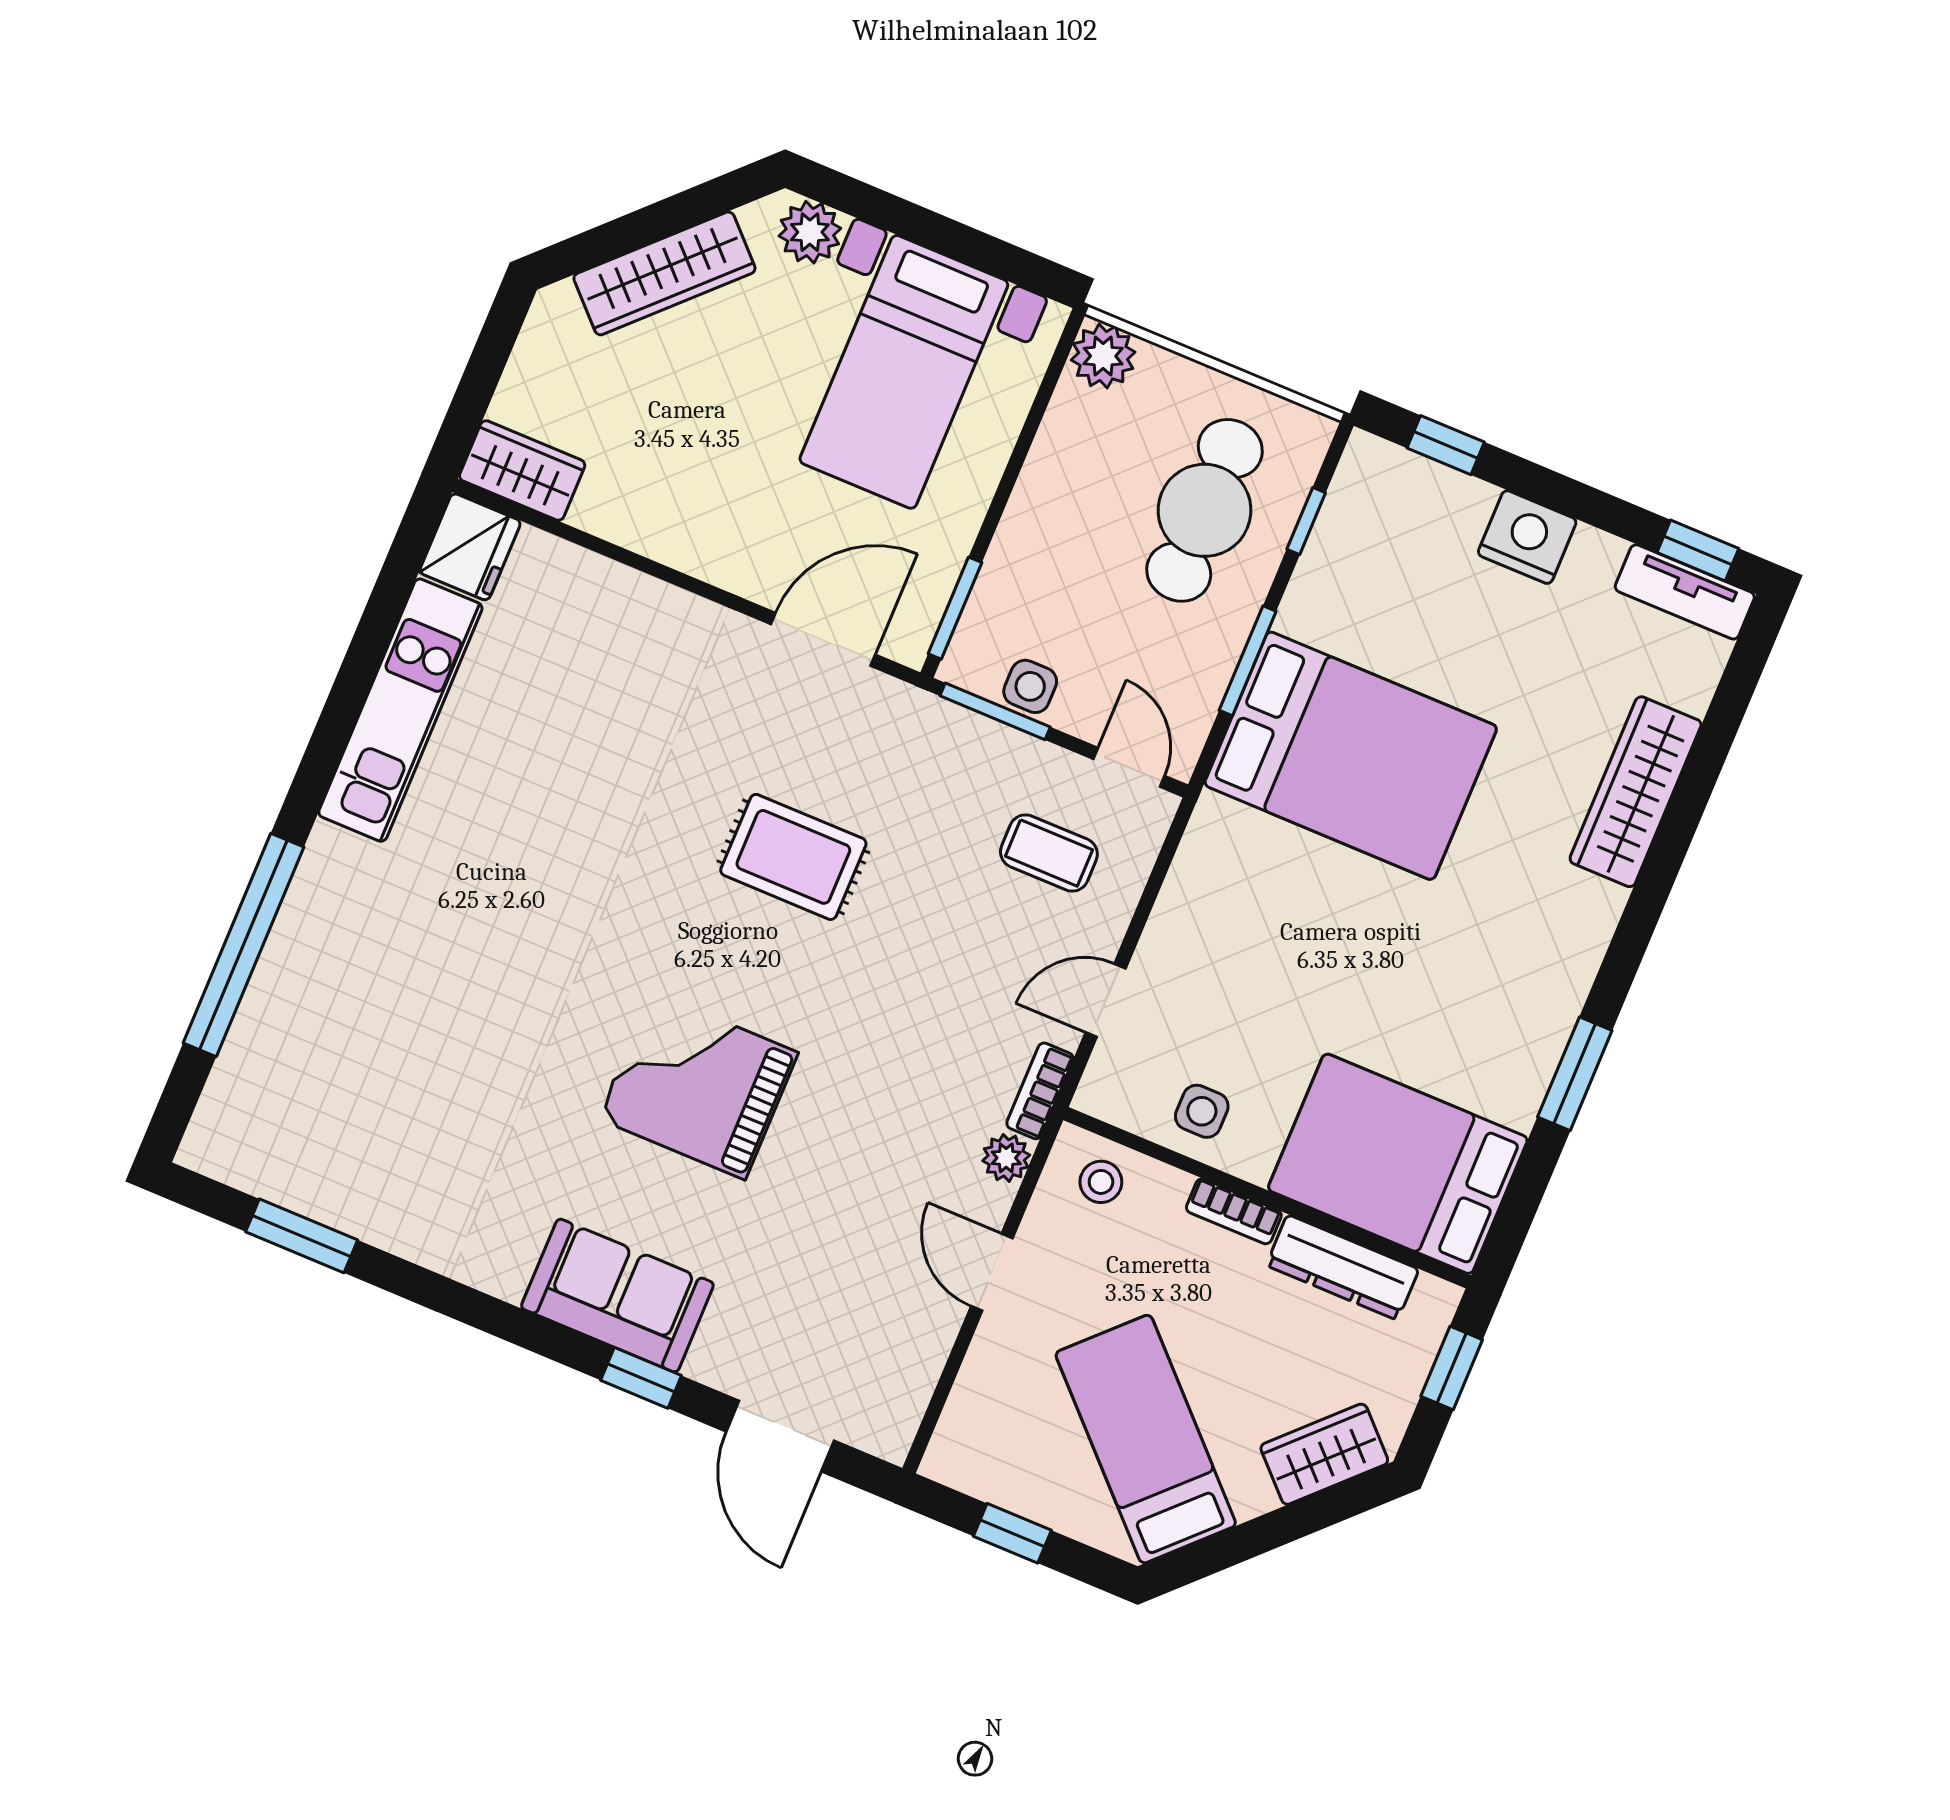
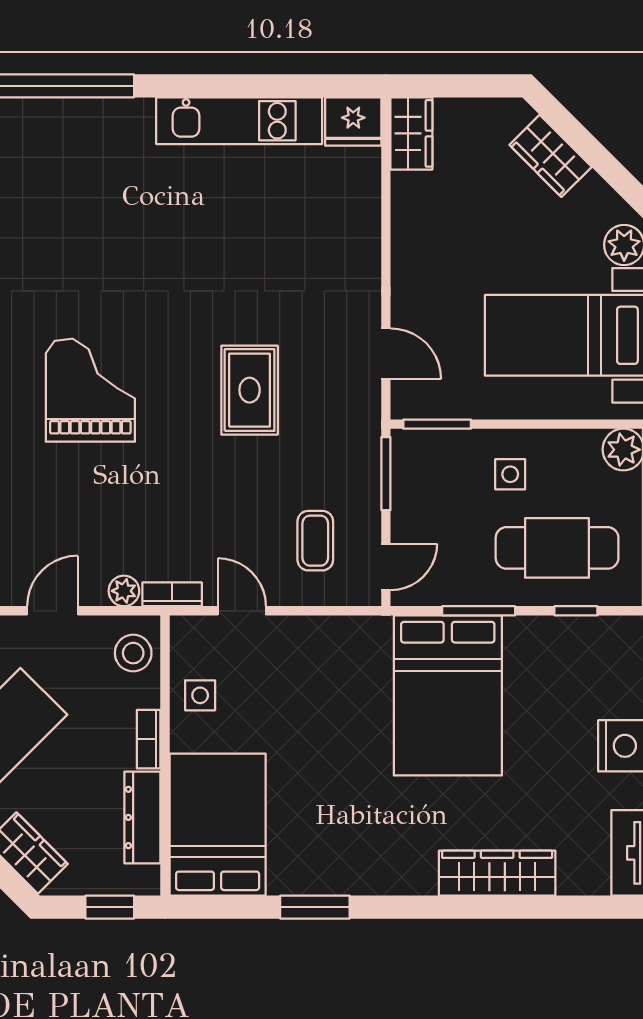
wardrobe: (664, 273) -> (551, 156), width x0.67
door: (823, 639) -> (386, 354), width x0.73
side table: (1030, 686) -> (510, 474), moved
stool: (1101, 1182) -> (133, 653), width x1.37, depth x1.37

